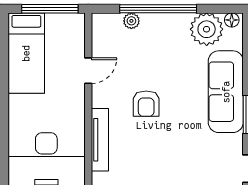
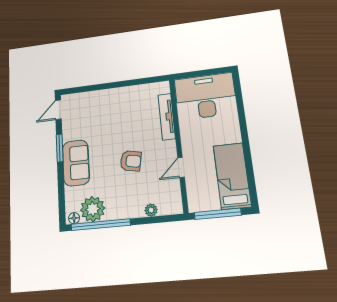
window: (158, 9) -> (101, 225), moved
sofa: (226, 92) -> (76, 163), width x0.73
armchair: (146, 104) -> (131, 161), moved, turned 101

